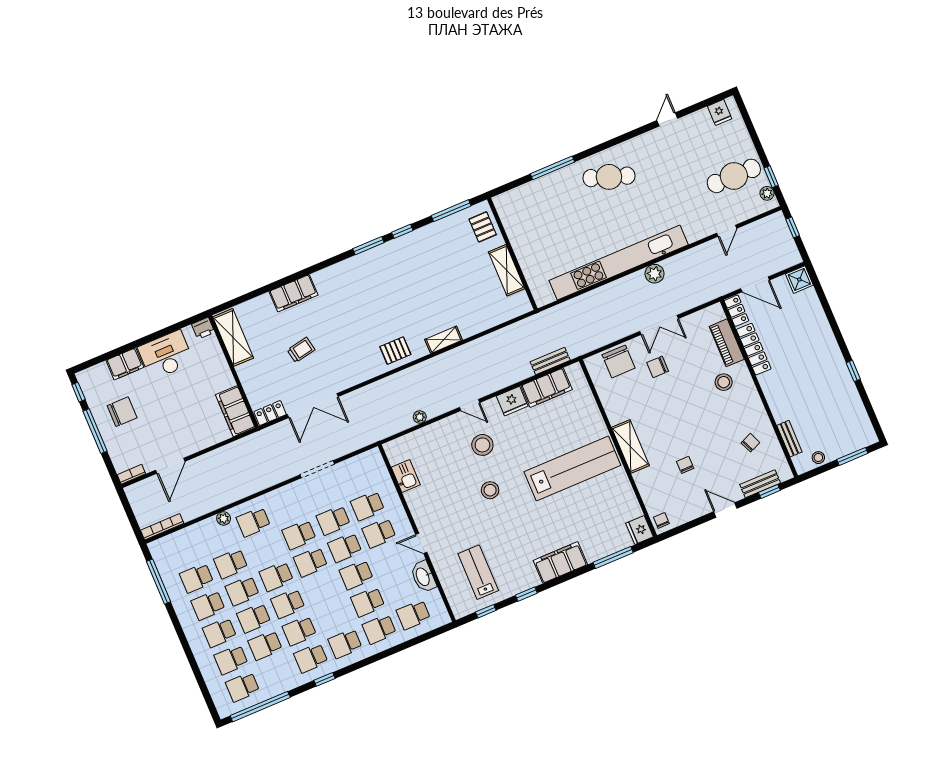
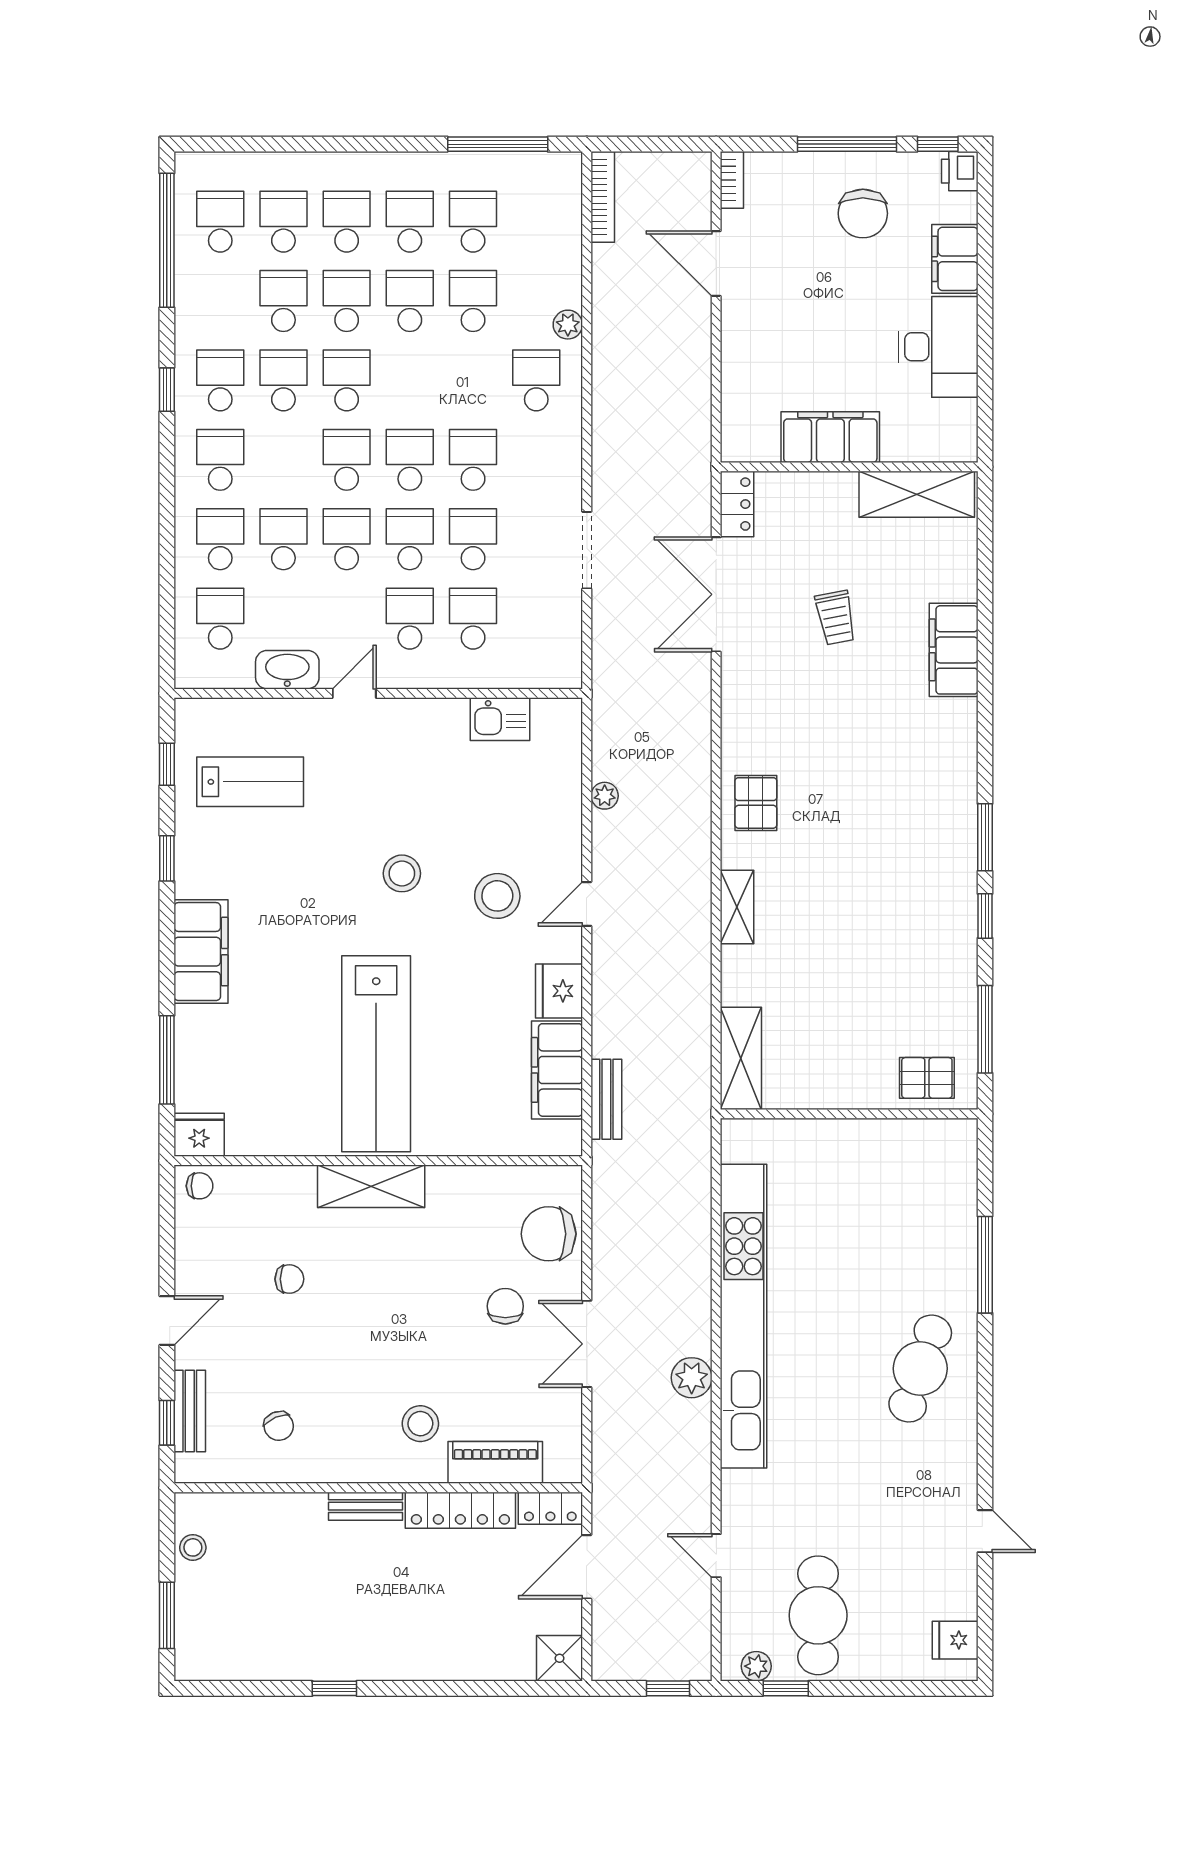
shelving: (507, 270) -> (741, 1058), moved, turned 90
printer: (203, 328) -> (960, 171), moved
filing cabinet: (235, 411) -> (830, 437), moved
bench: (789, 439) -> (365, 1506), moved
school desk: (276, 576) -> (347, 460), moved

